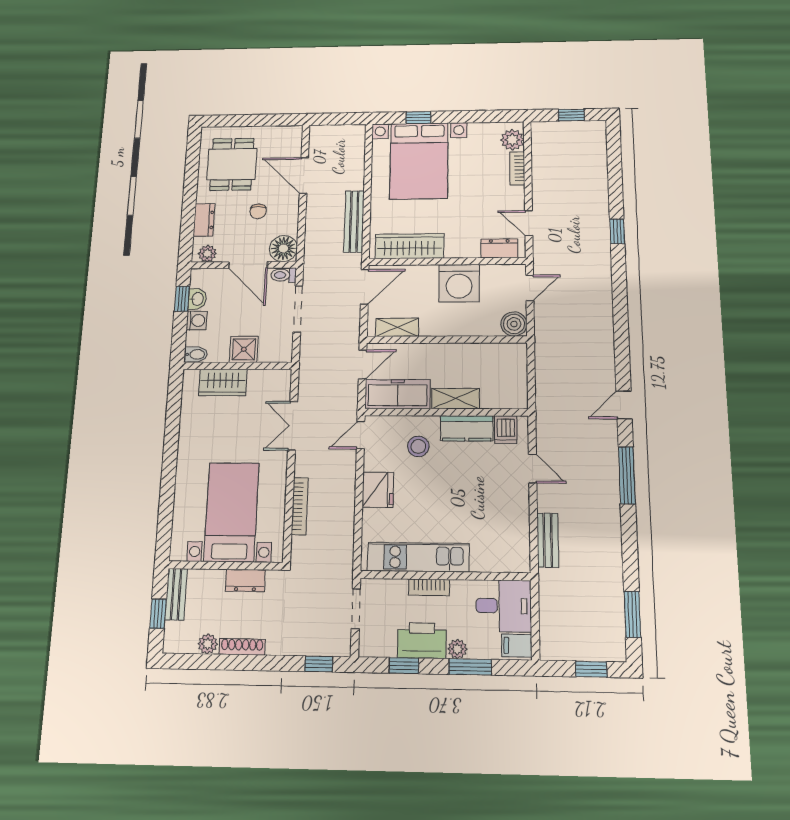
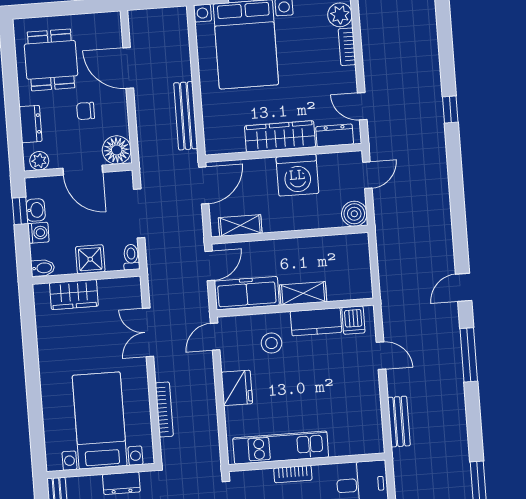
chair: (258, 211) -> (86, 111), turned 90
wardrobe: (410, 246) -> (280, 136), moved
toilet: (284, 275) -> (131, 257), moved, turned 90

